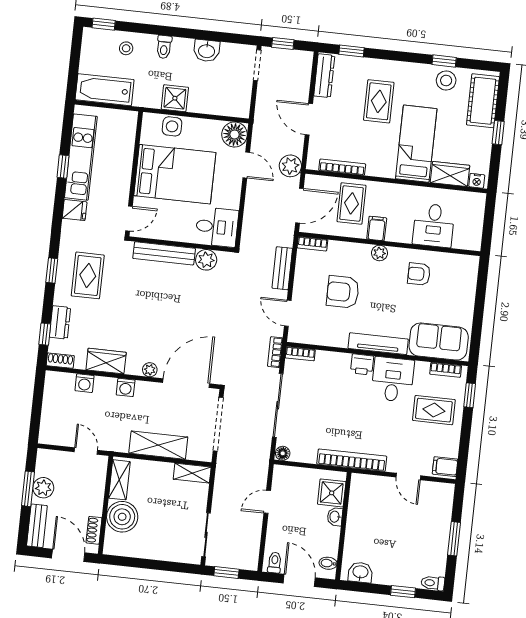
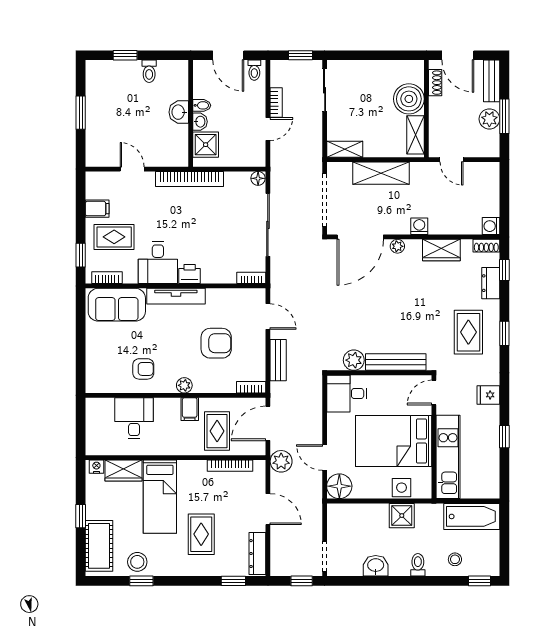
kitchen unit: (81, 157) -> (448, 457), moved, turned 180
bookcase: (275, 352) -> (276, 102), moved
washing machine: (85, 383) -> (491, 226), moved, turned -90
filing cabinet: (445, 467) -> (97, 209), moved
bidet: (328, 563) -> (202, 105), moved
washbasin: (360, 572) -> (179, 112), moved, turned 90
toilet: (433, 583) -> (149, 71), moved, turned 90

